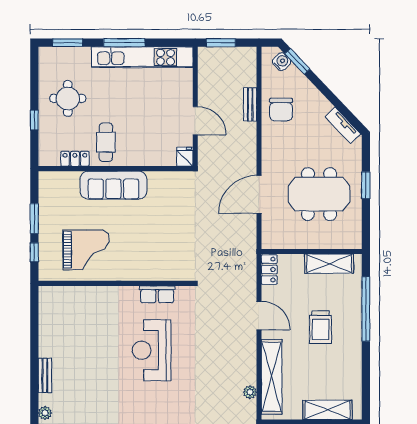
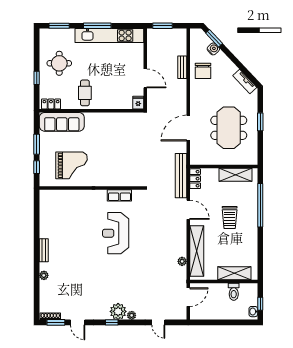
water cooler: (282, 62) -> (213, 49), moved
locker: (75, 159) -> (51, 104), moved
sofa: (113, 185) -> (62, 122), moved
meeting table: (319, 194) -> (229, 128), turned 90
bench: (248, 265) -> (181, 176), added

